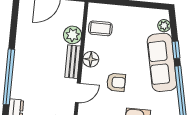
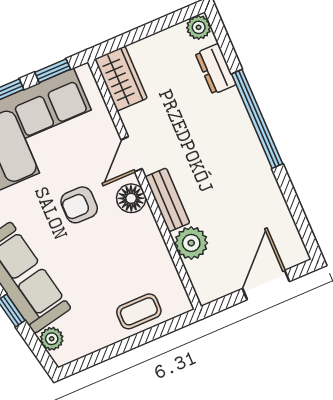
coffee table: (100, 28) -> (139, 311), moved
floor lamp: (91, 59) -> (131, 198), moved

